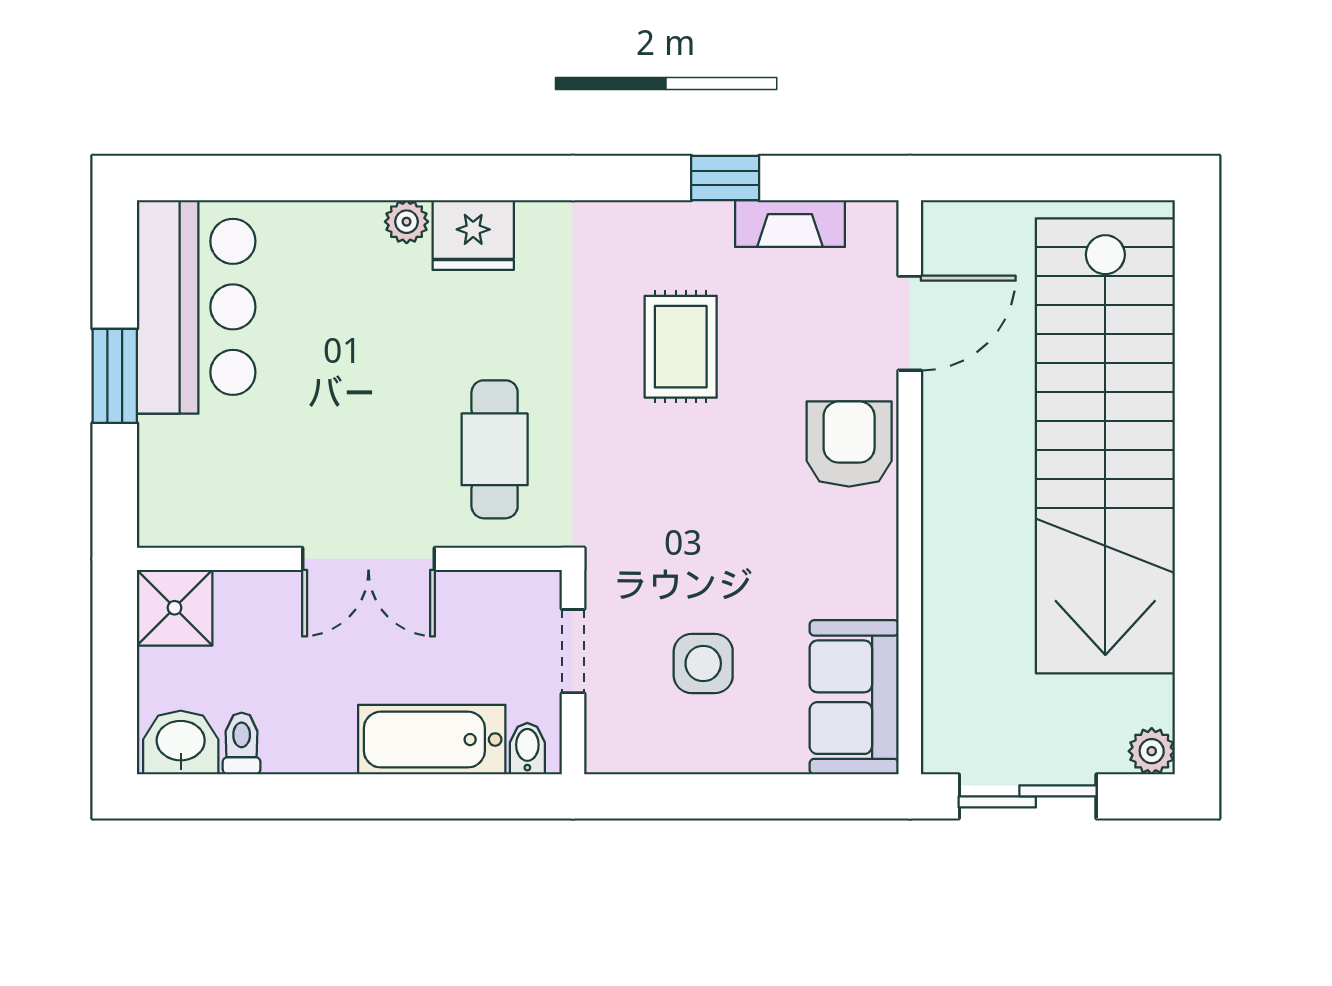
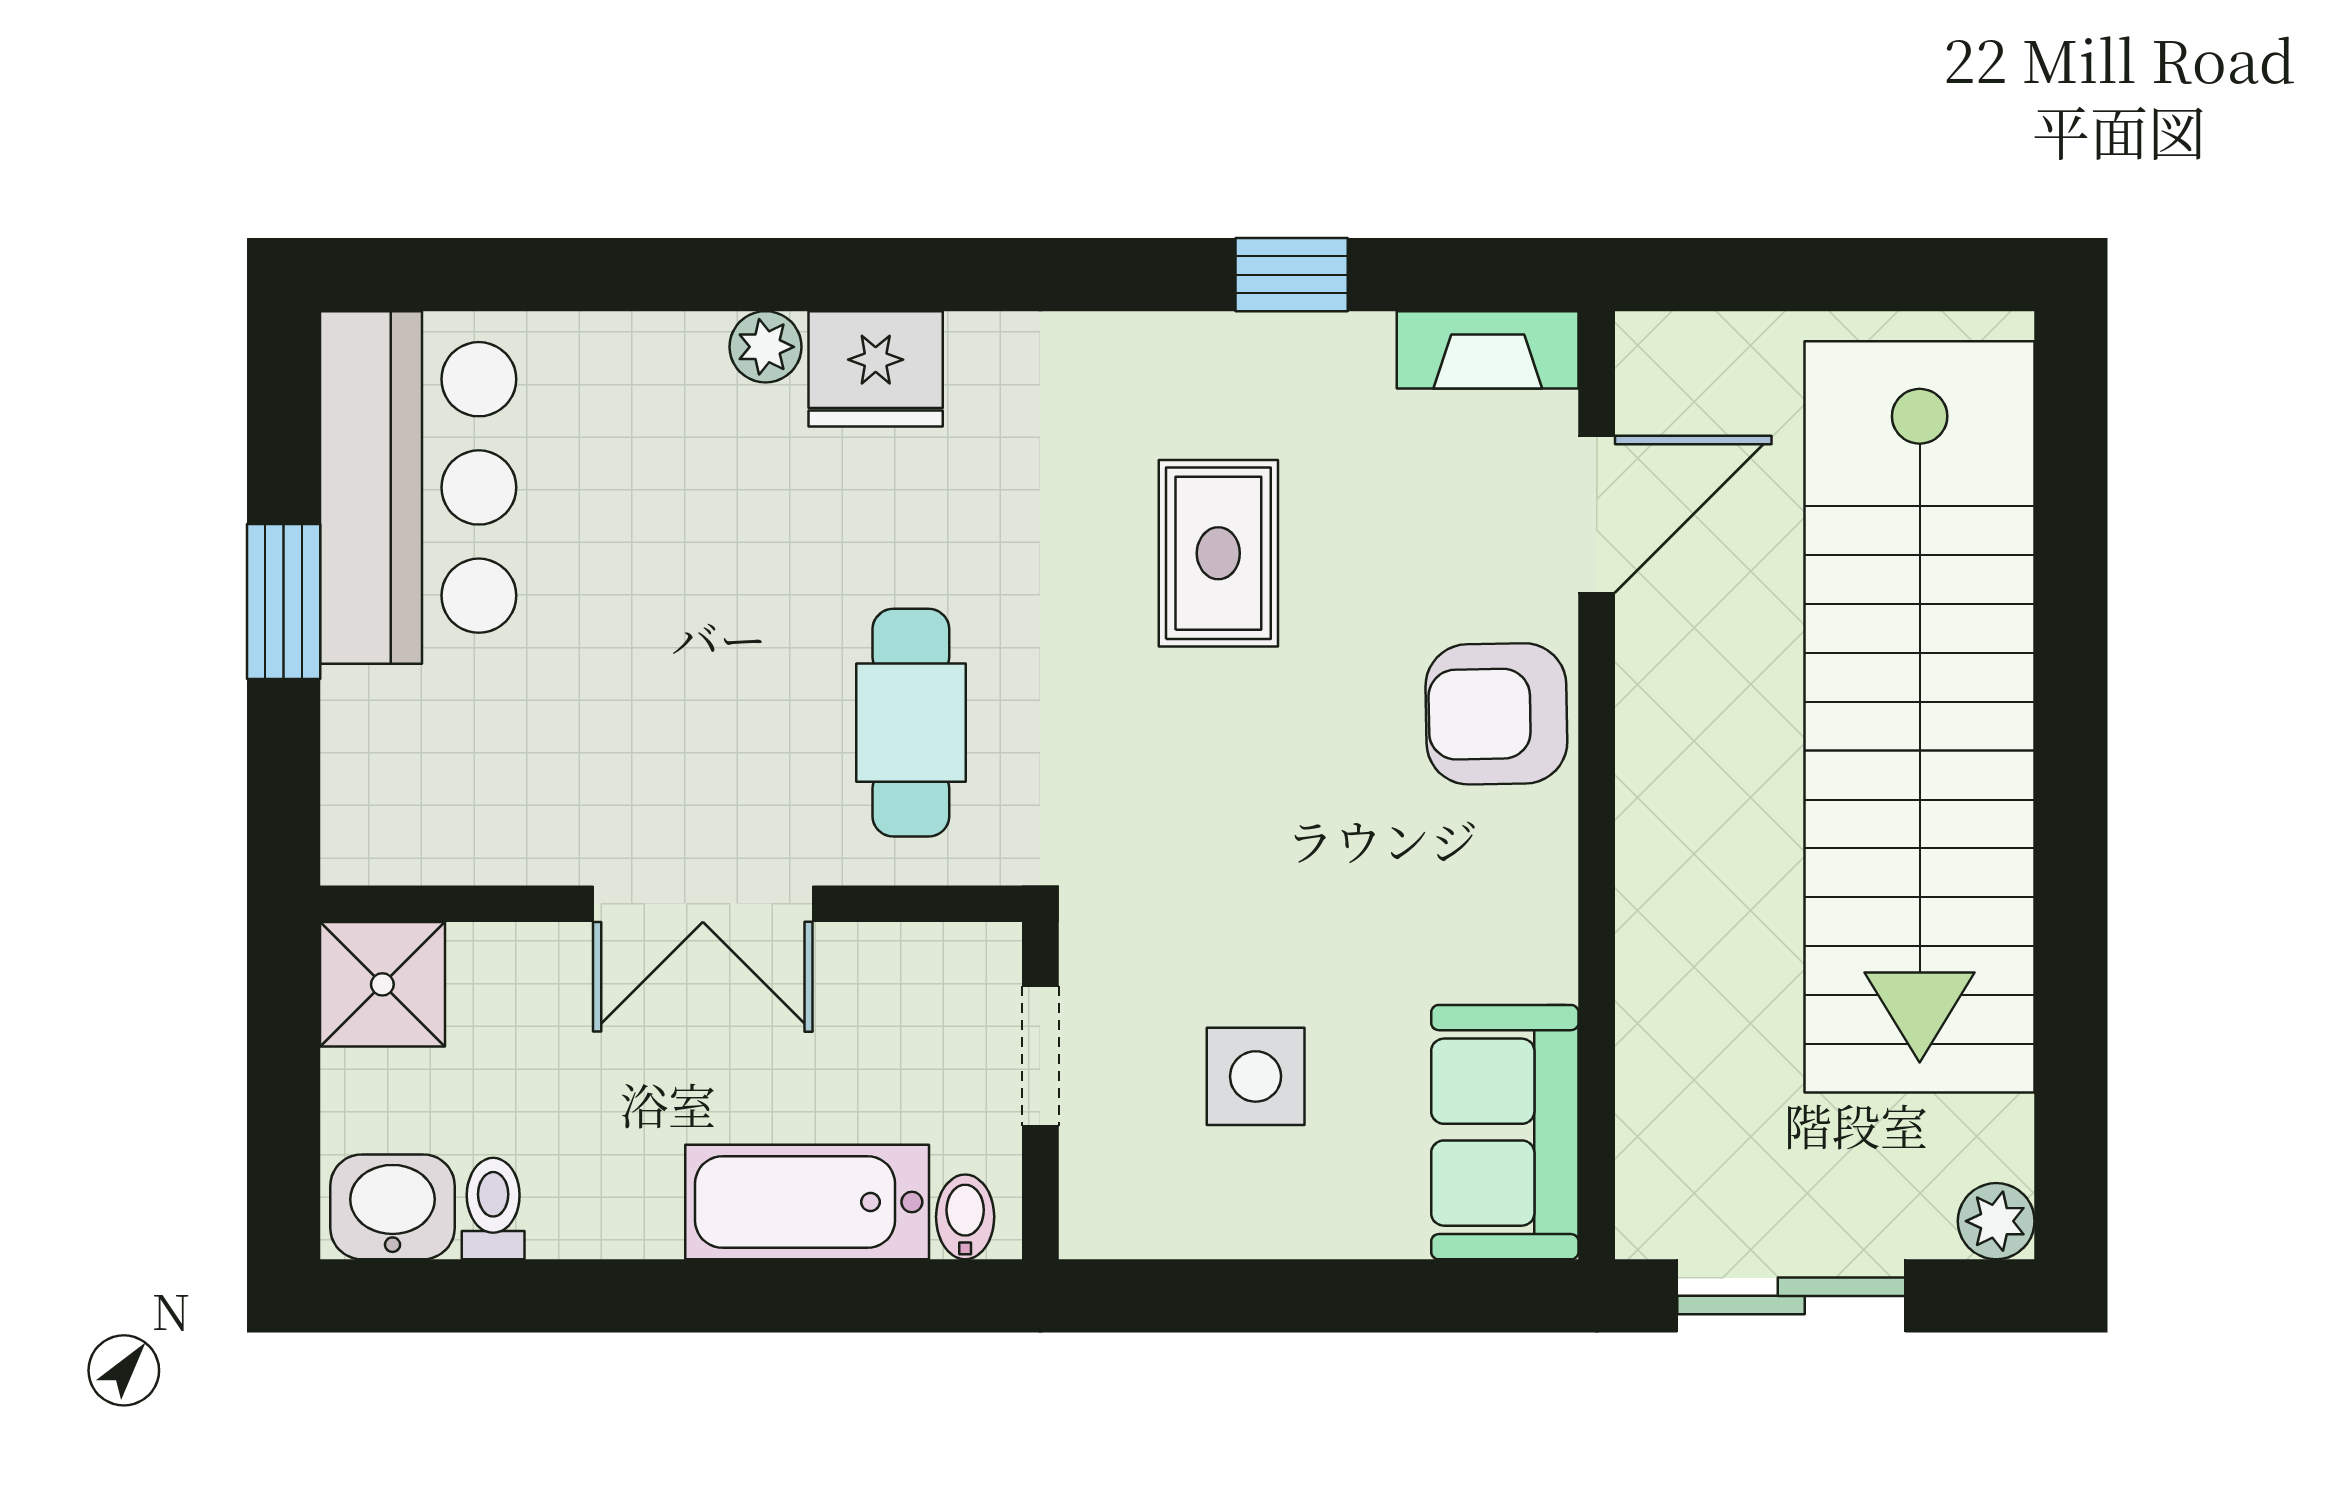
fireplace: (790, 223) -> (1488, 350), moved
armchair: (849, 444) -> (1496, 714), turned -91

